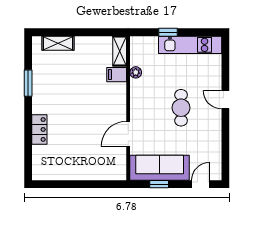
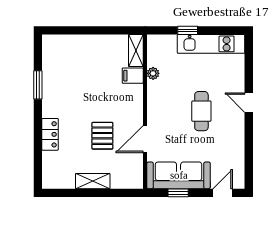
shelving: (58, 43) -> (93, 181), moved
pallet: (88, 131) -> (102, 136), added

